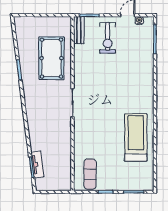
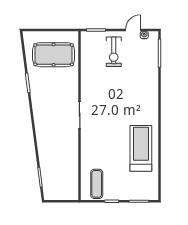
bench: (79, 30) -> (86, 44), removed
pool table: (51, 58) -> (54, 55), moved, turned 90
tv unit: (37, 164) -> (46, 174), removed

